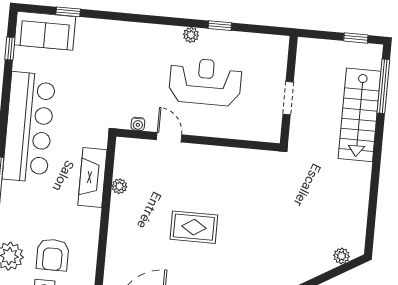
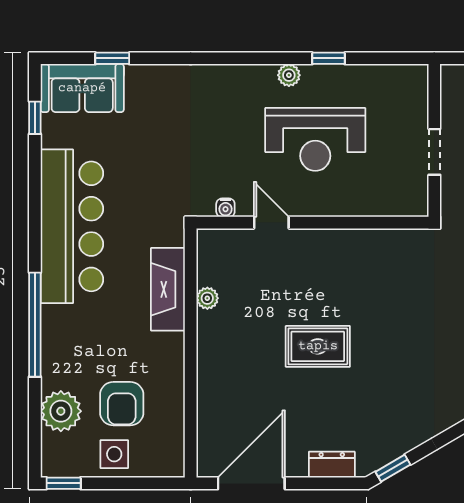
reception desk: (205, 82) -> (315, 139), turned 180

